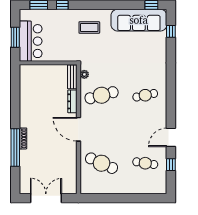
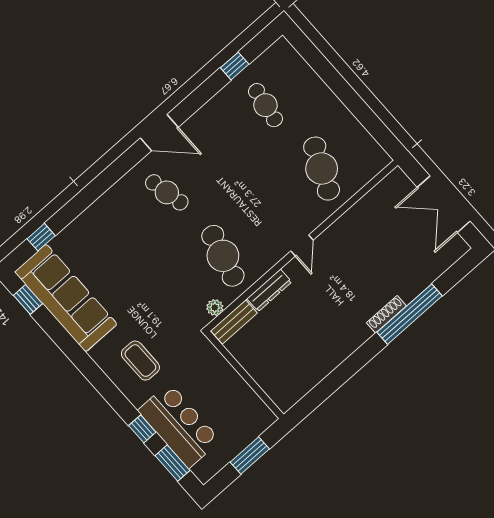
bar counter: (31, 41) -> (179, 425), moved, turned 90
cafe table: (102, 95) -> (223, 256), turned 30
door: (78, 129) -> (302, 246), width x0.53
door: (171, 137) -> (159, 133), moved

